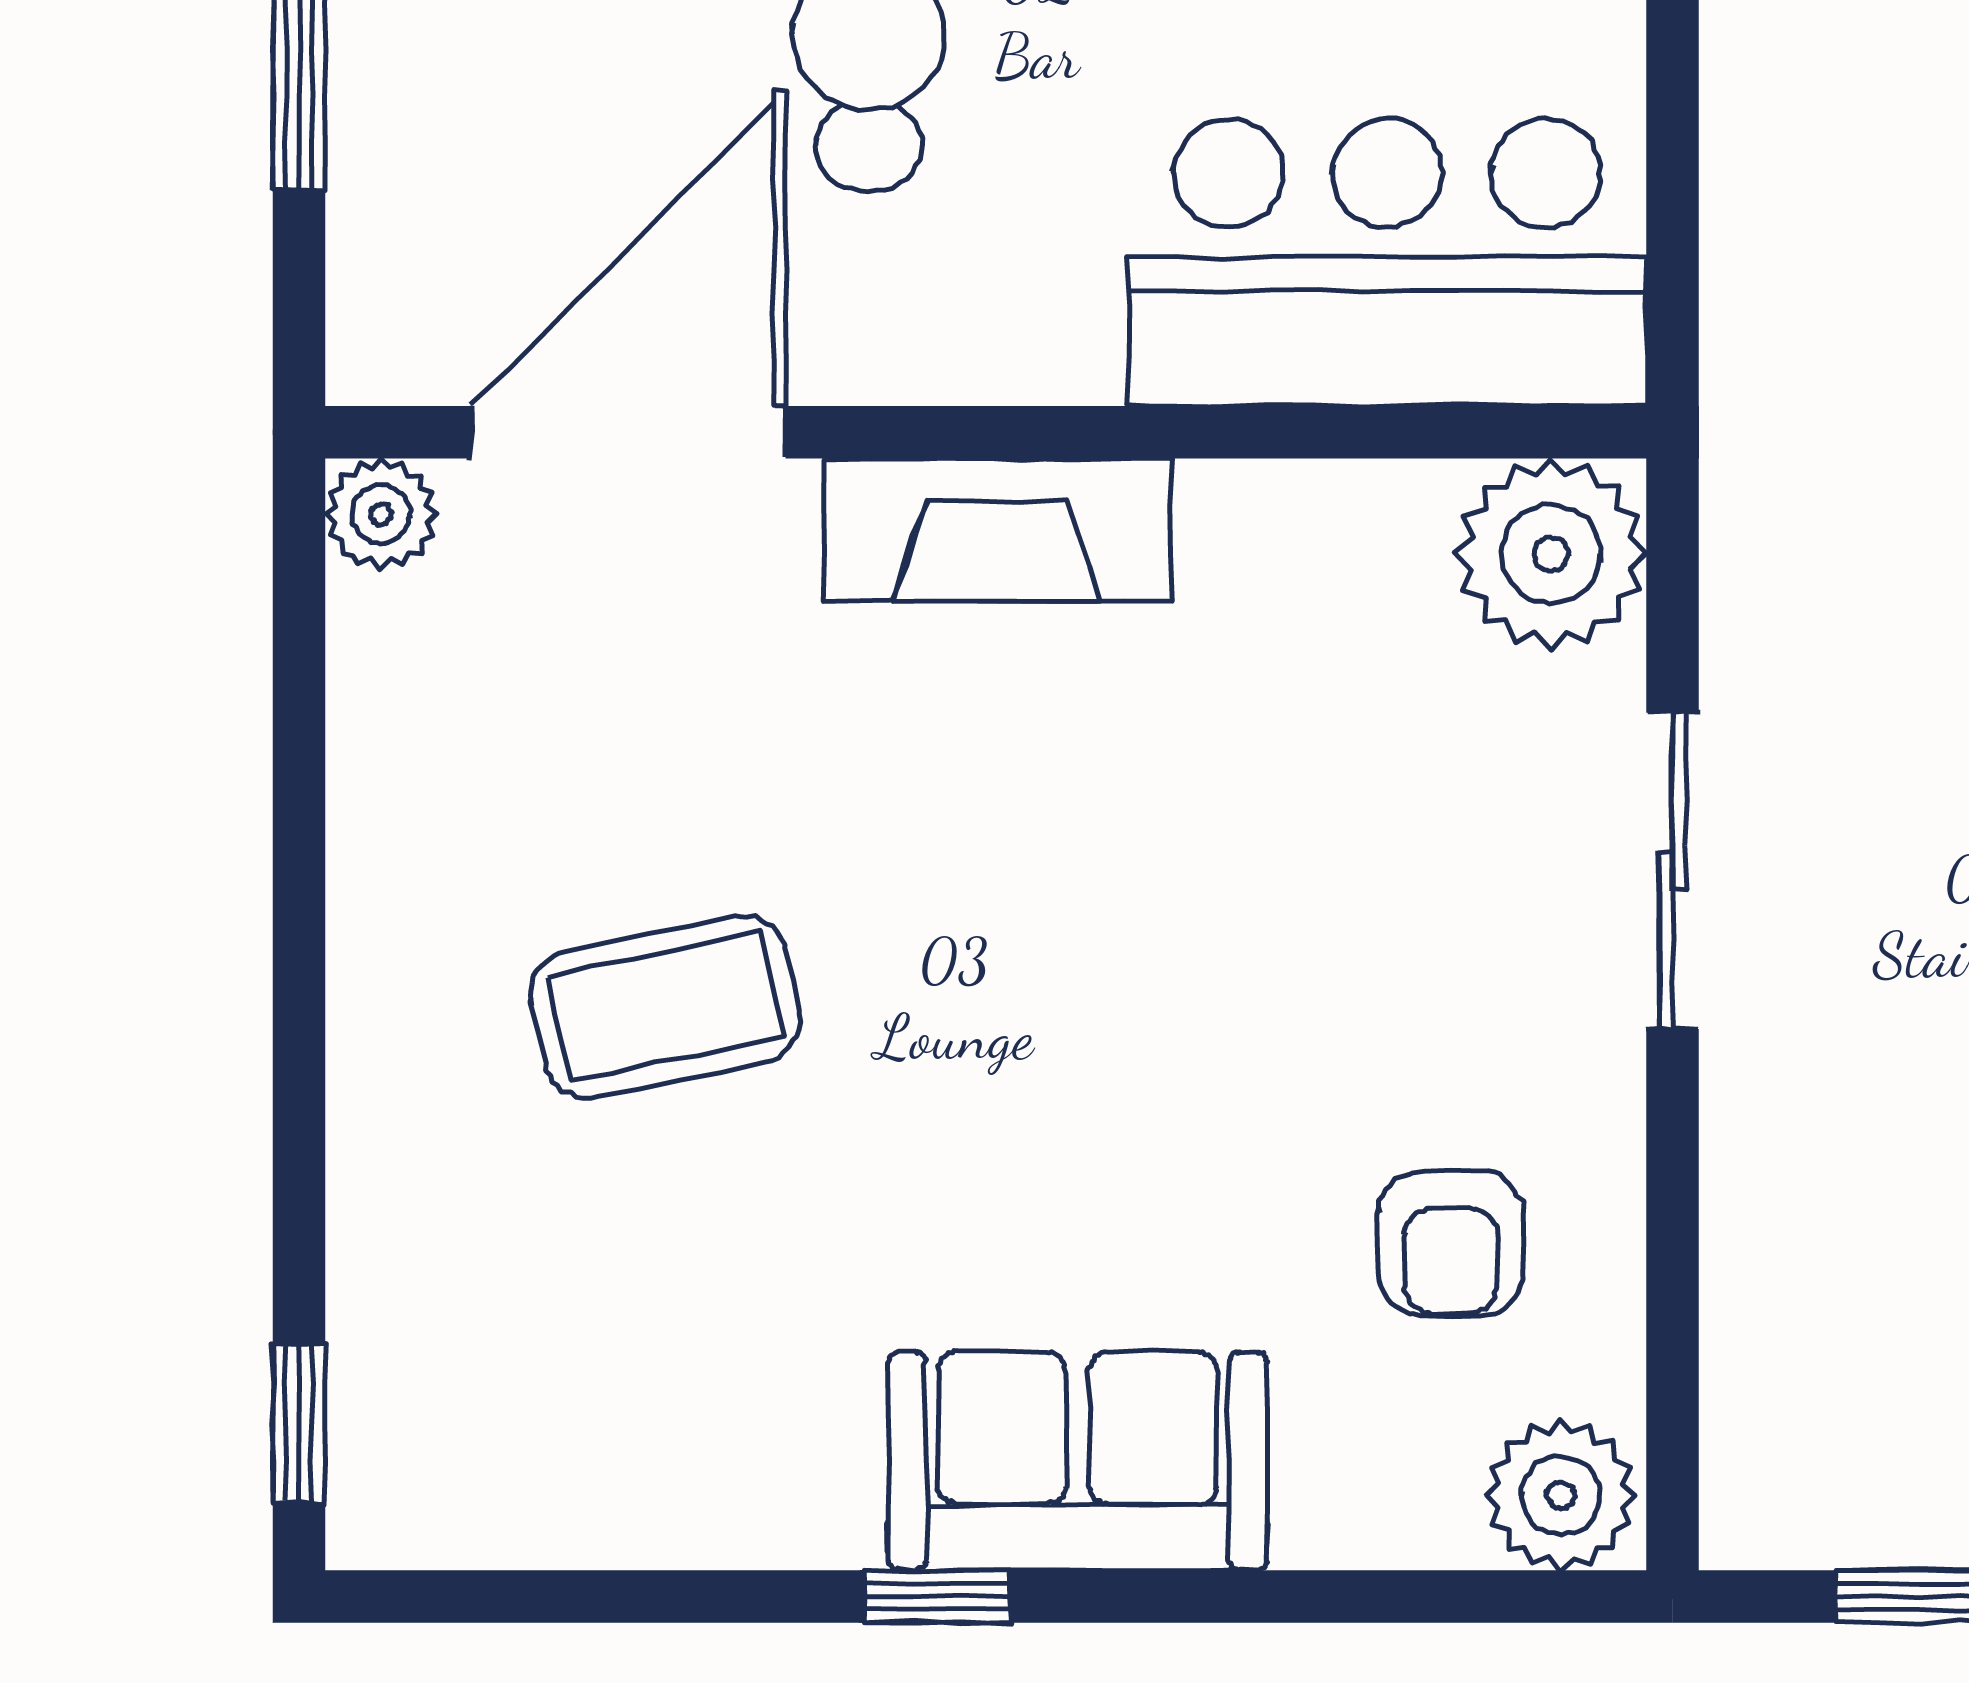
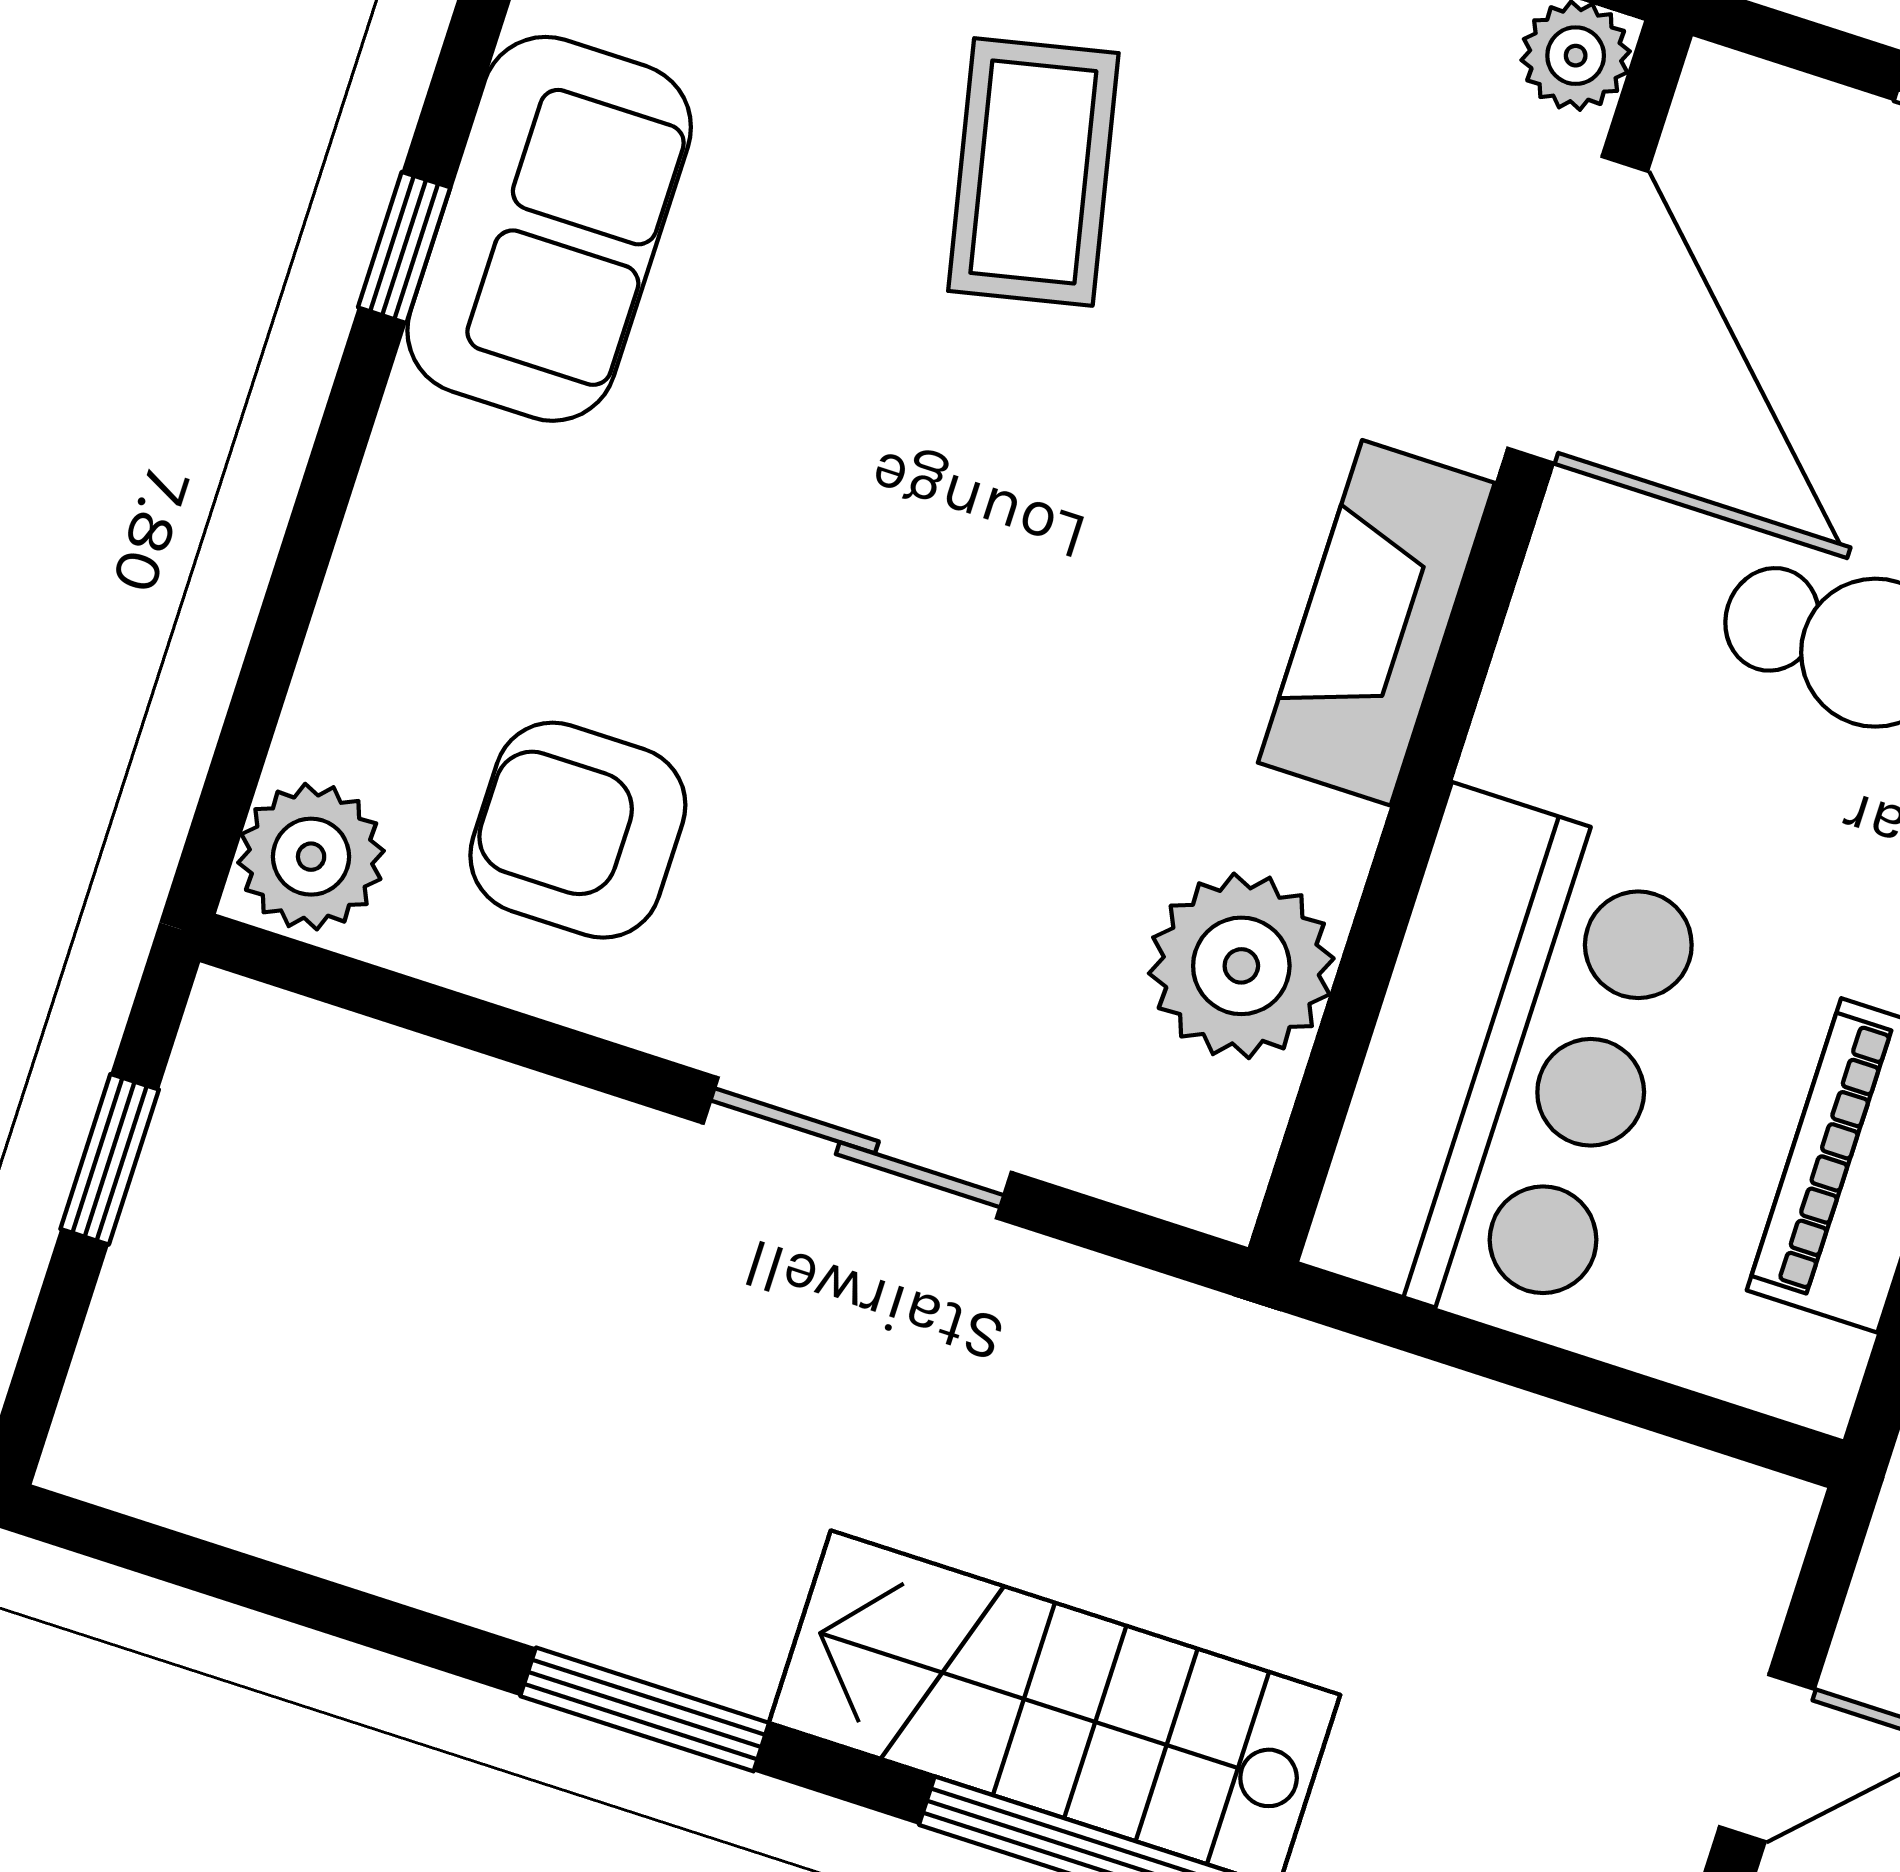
plant: (1551, 554) -> (1241, 966), moved
armchair: (1451, 1243) -> (578, 830), width x1.38, depth x1.38
sofa: (1078, 1461) -> (549, 229), moved

